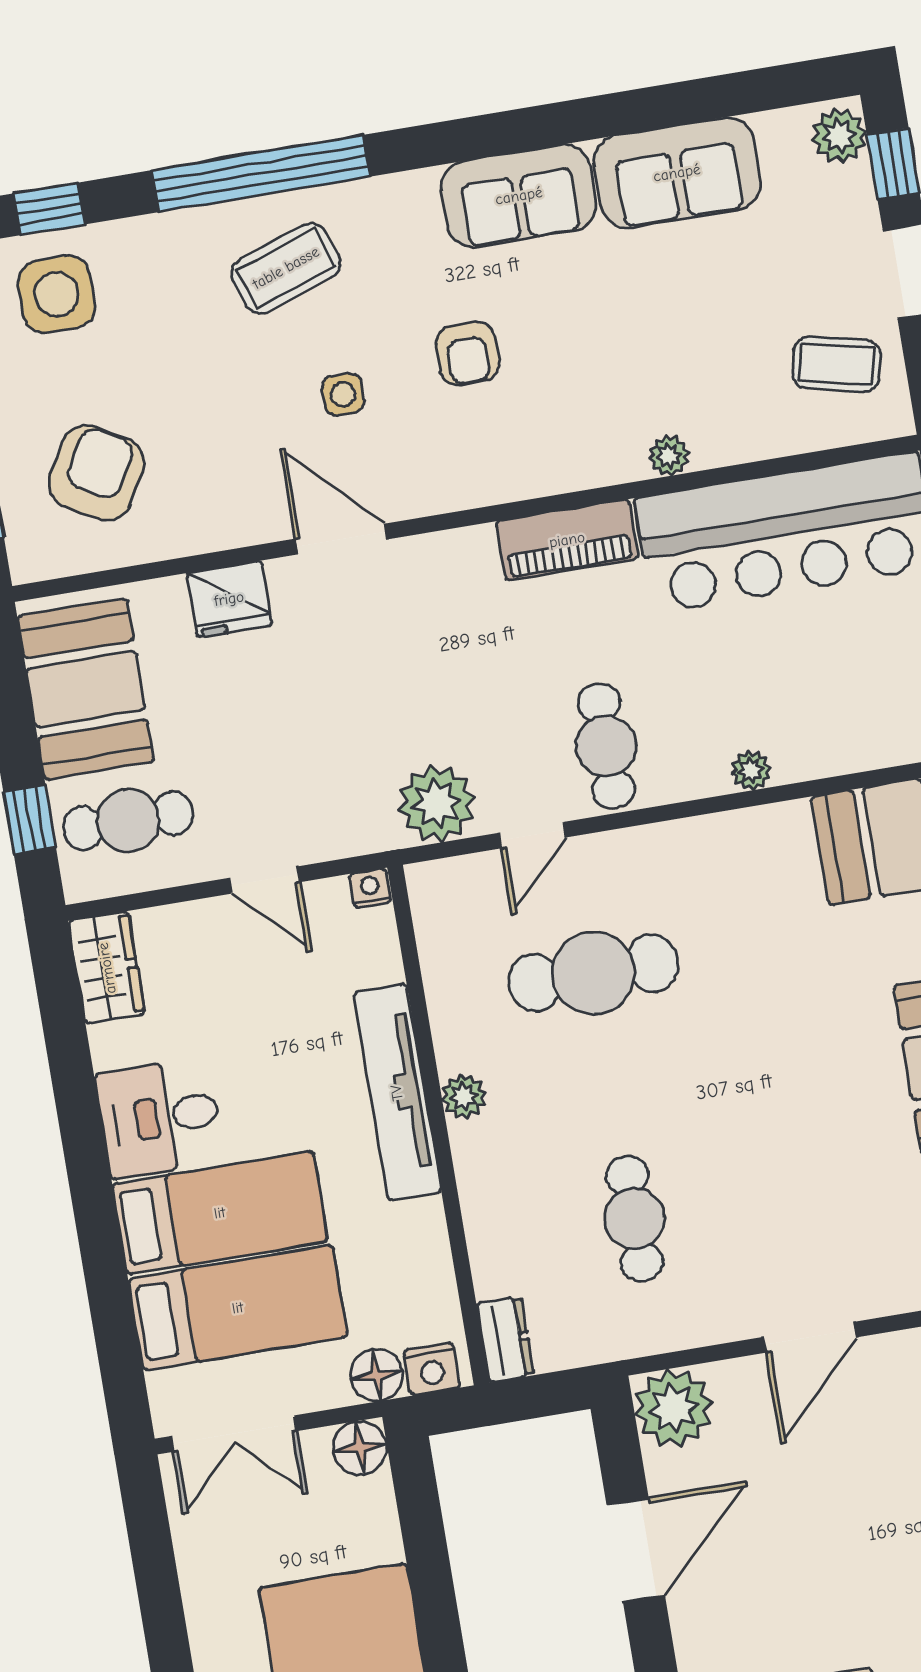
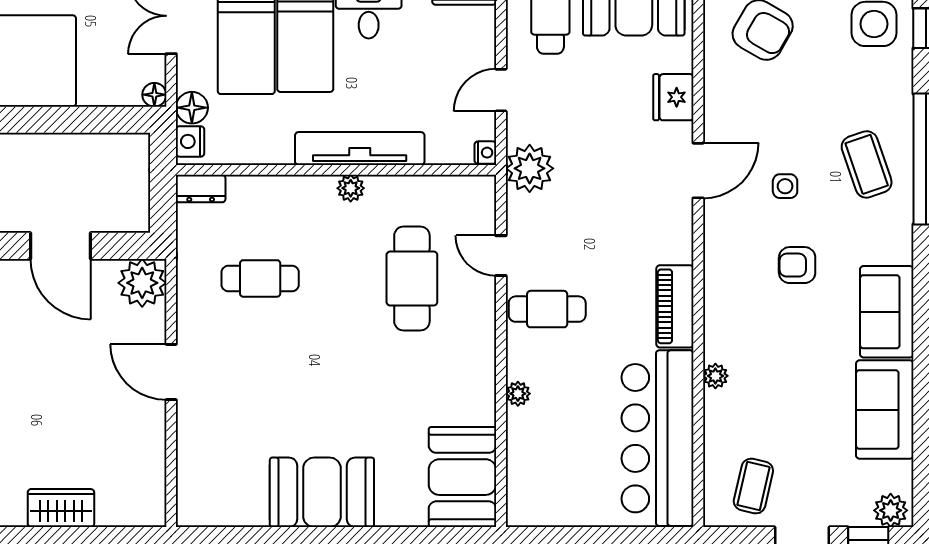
plant: (437, 804) -> (530, 168), moved
floor lamp: (360, 1448) -> (154, 95), width x0.73, depth x0.73

